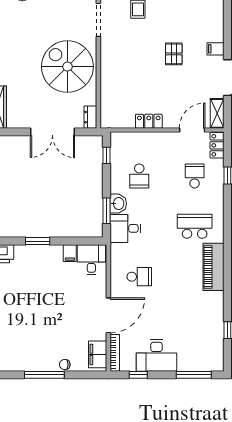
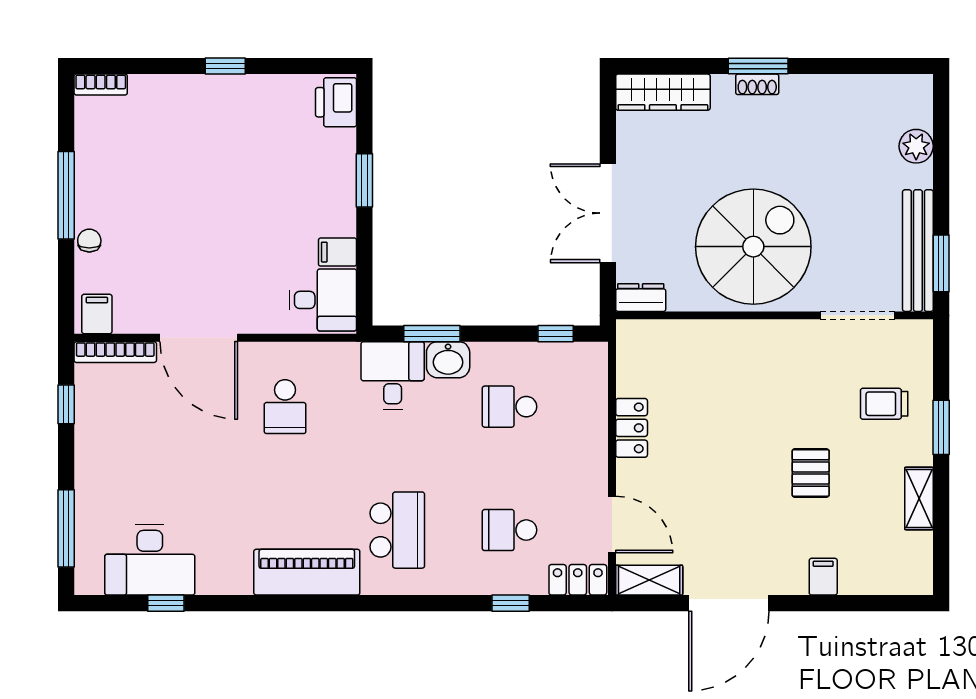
filing cabinet: (216, 49) -> (823, 577), moved
pallet: (174, 54) -> (811, 473), moved, turned 90
school desk: (195, 176) -> (510, 530), turned 180
filing cabinet: (98, 354) -> (97, 314), width x0.50
desk: (156, 355) -> (150, 560), moved, turned -90

